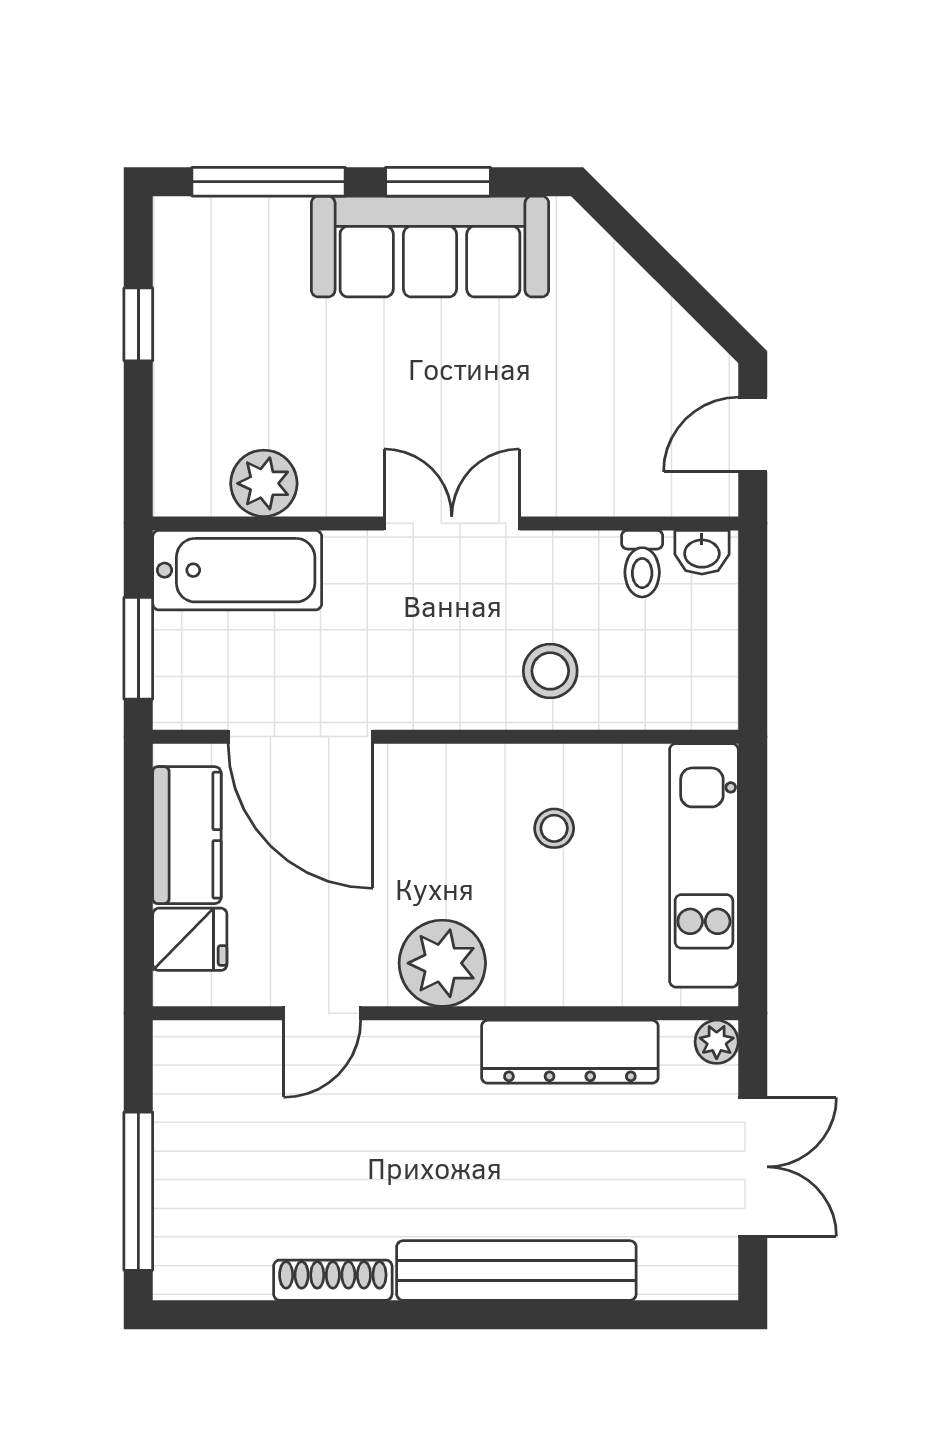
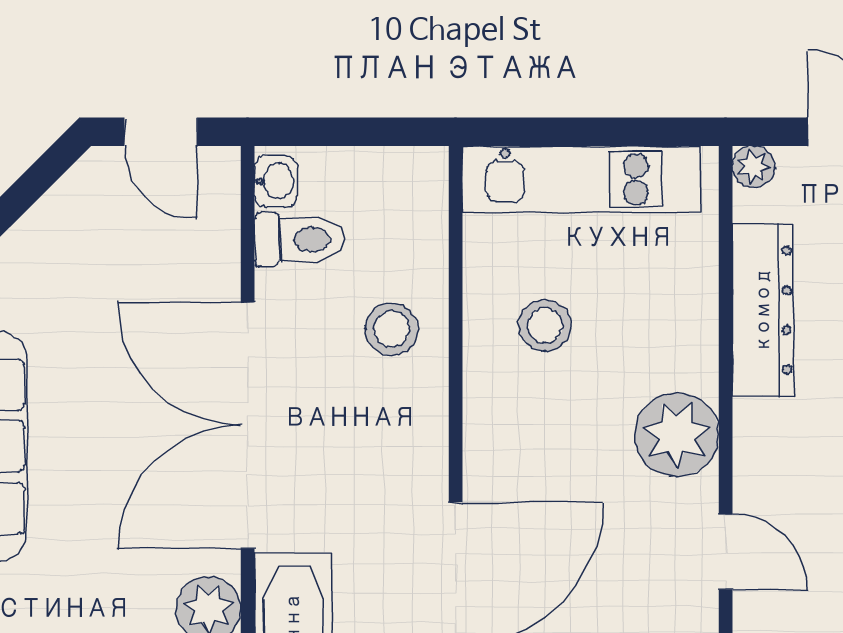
double door: (452, 523) -> (248, 425), width x1.87
toilet: (642, 564) -> (299, 240), width x1.37, depth x1.39
stool: (554, 828) -> (545, 325), width x1.37, depth x1.37

